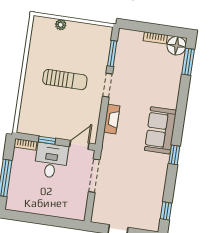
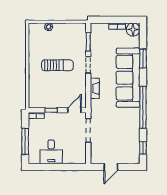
window: (188, 62) -> (143, 58), moved
sofa: (160, 130) -> (128, 78), width x1.85, depth x1.27
window: (174, 155) -> (143, 107), width x3.17
desk: (51, 161) -> (51, 152), moved, turned 180

